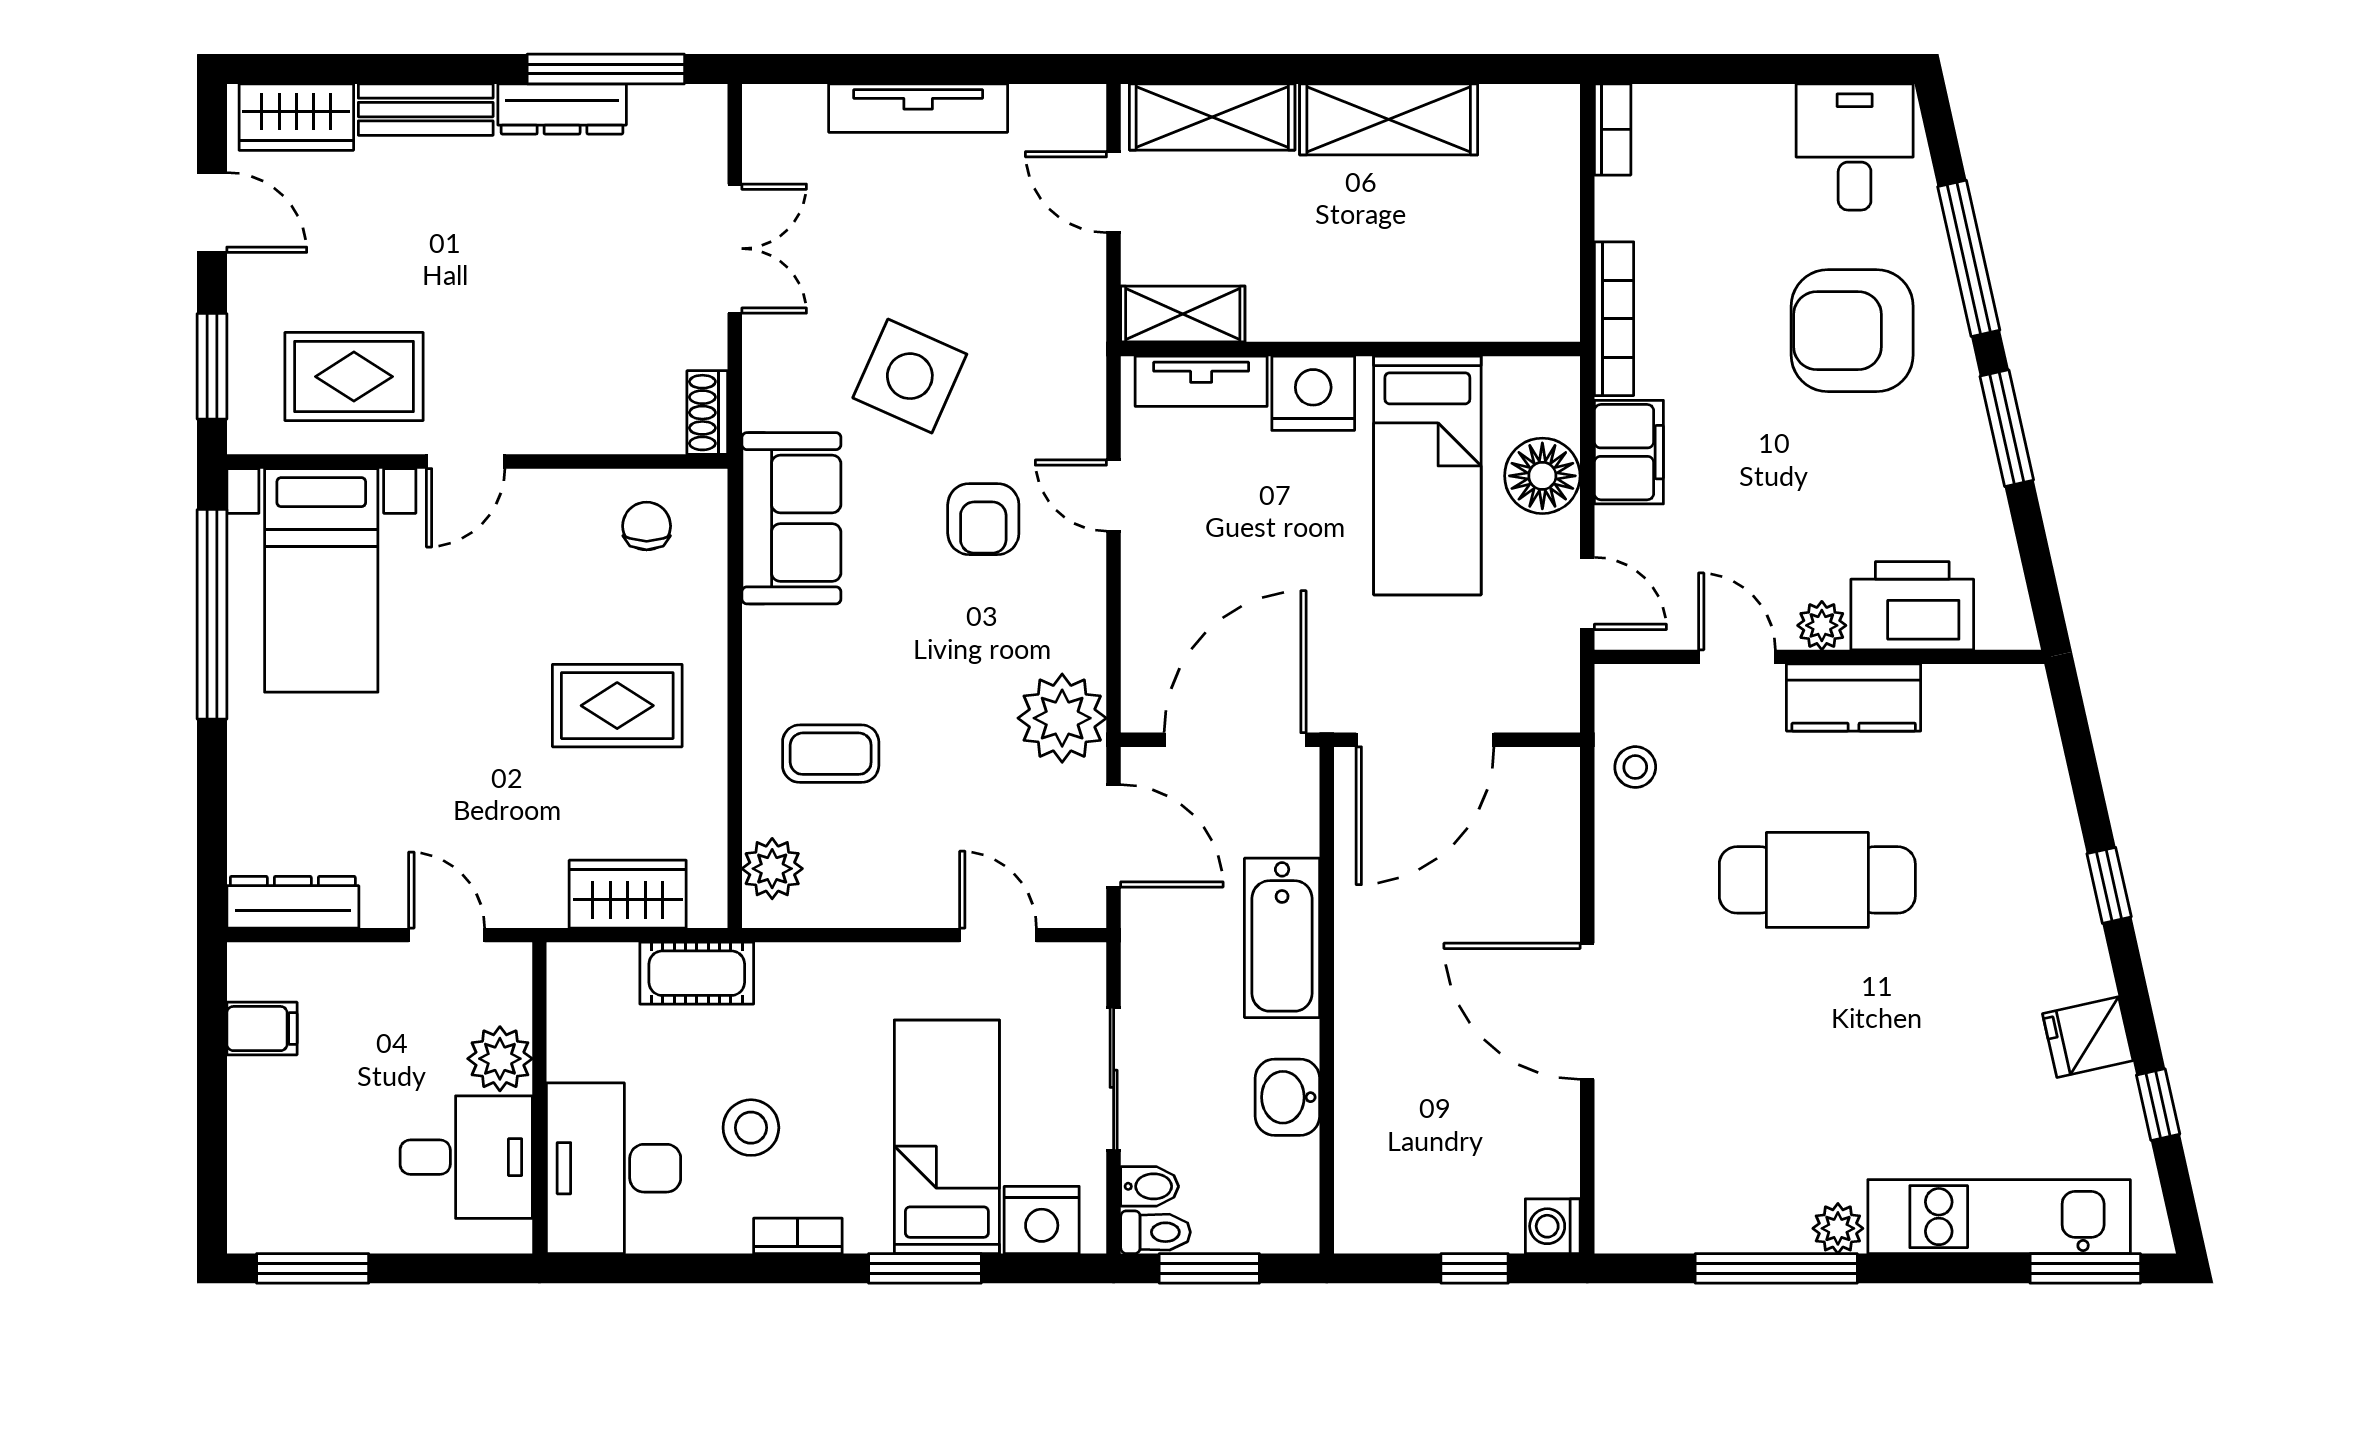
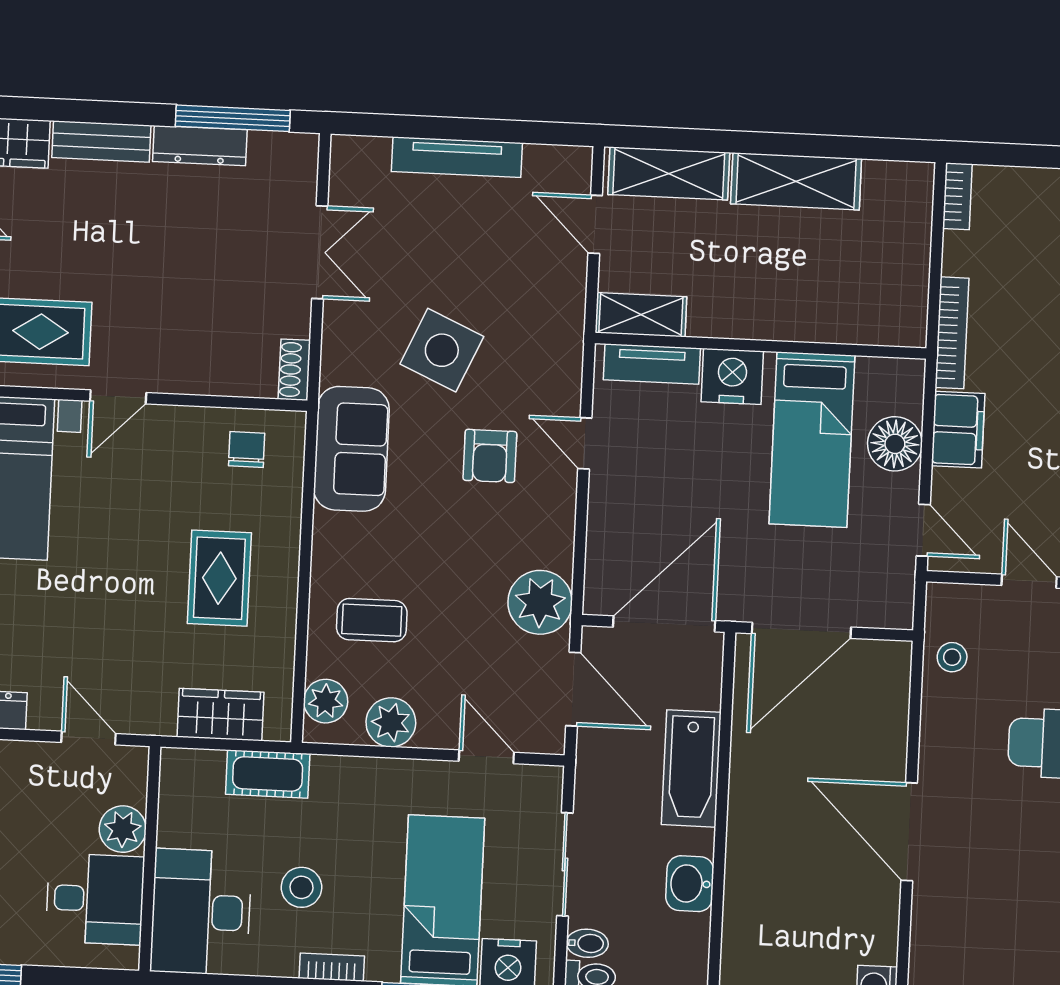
rug: (617, 706) -> (219, 578), turned 90
plant: (864, 894) -> (391, 722), added

